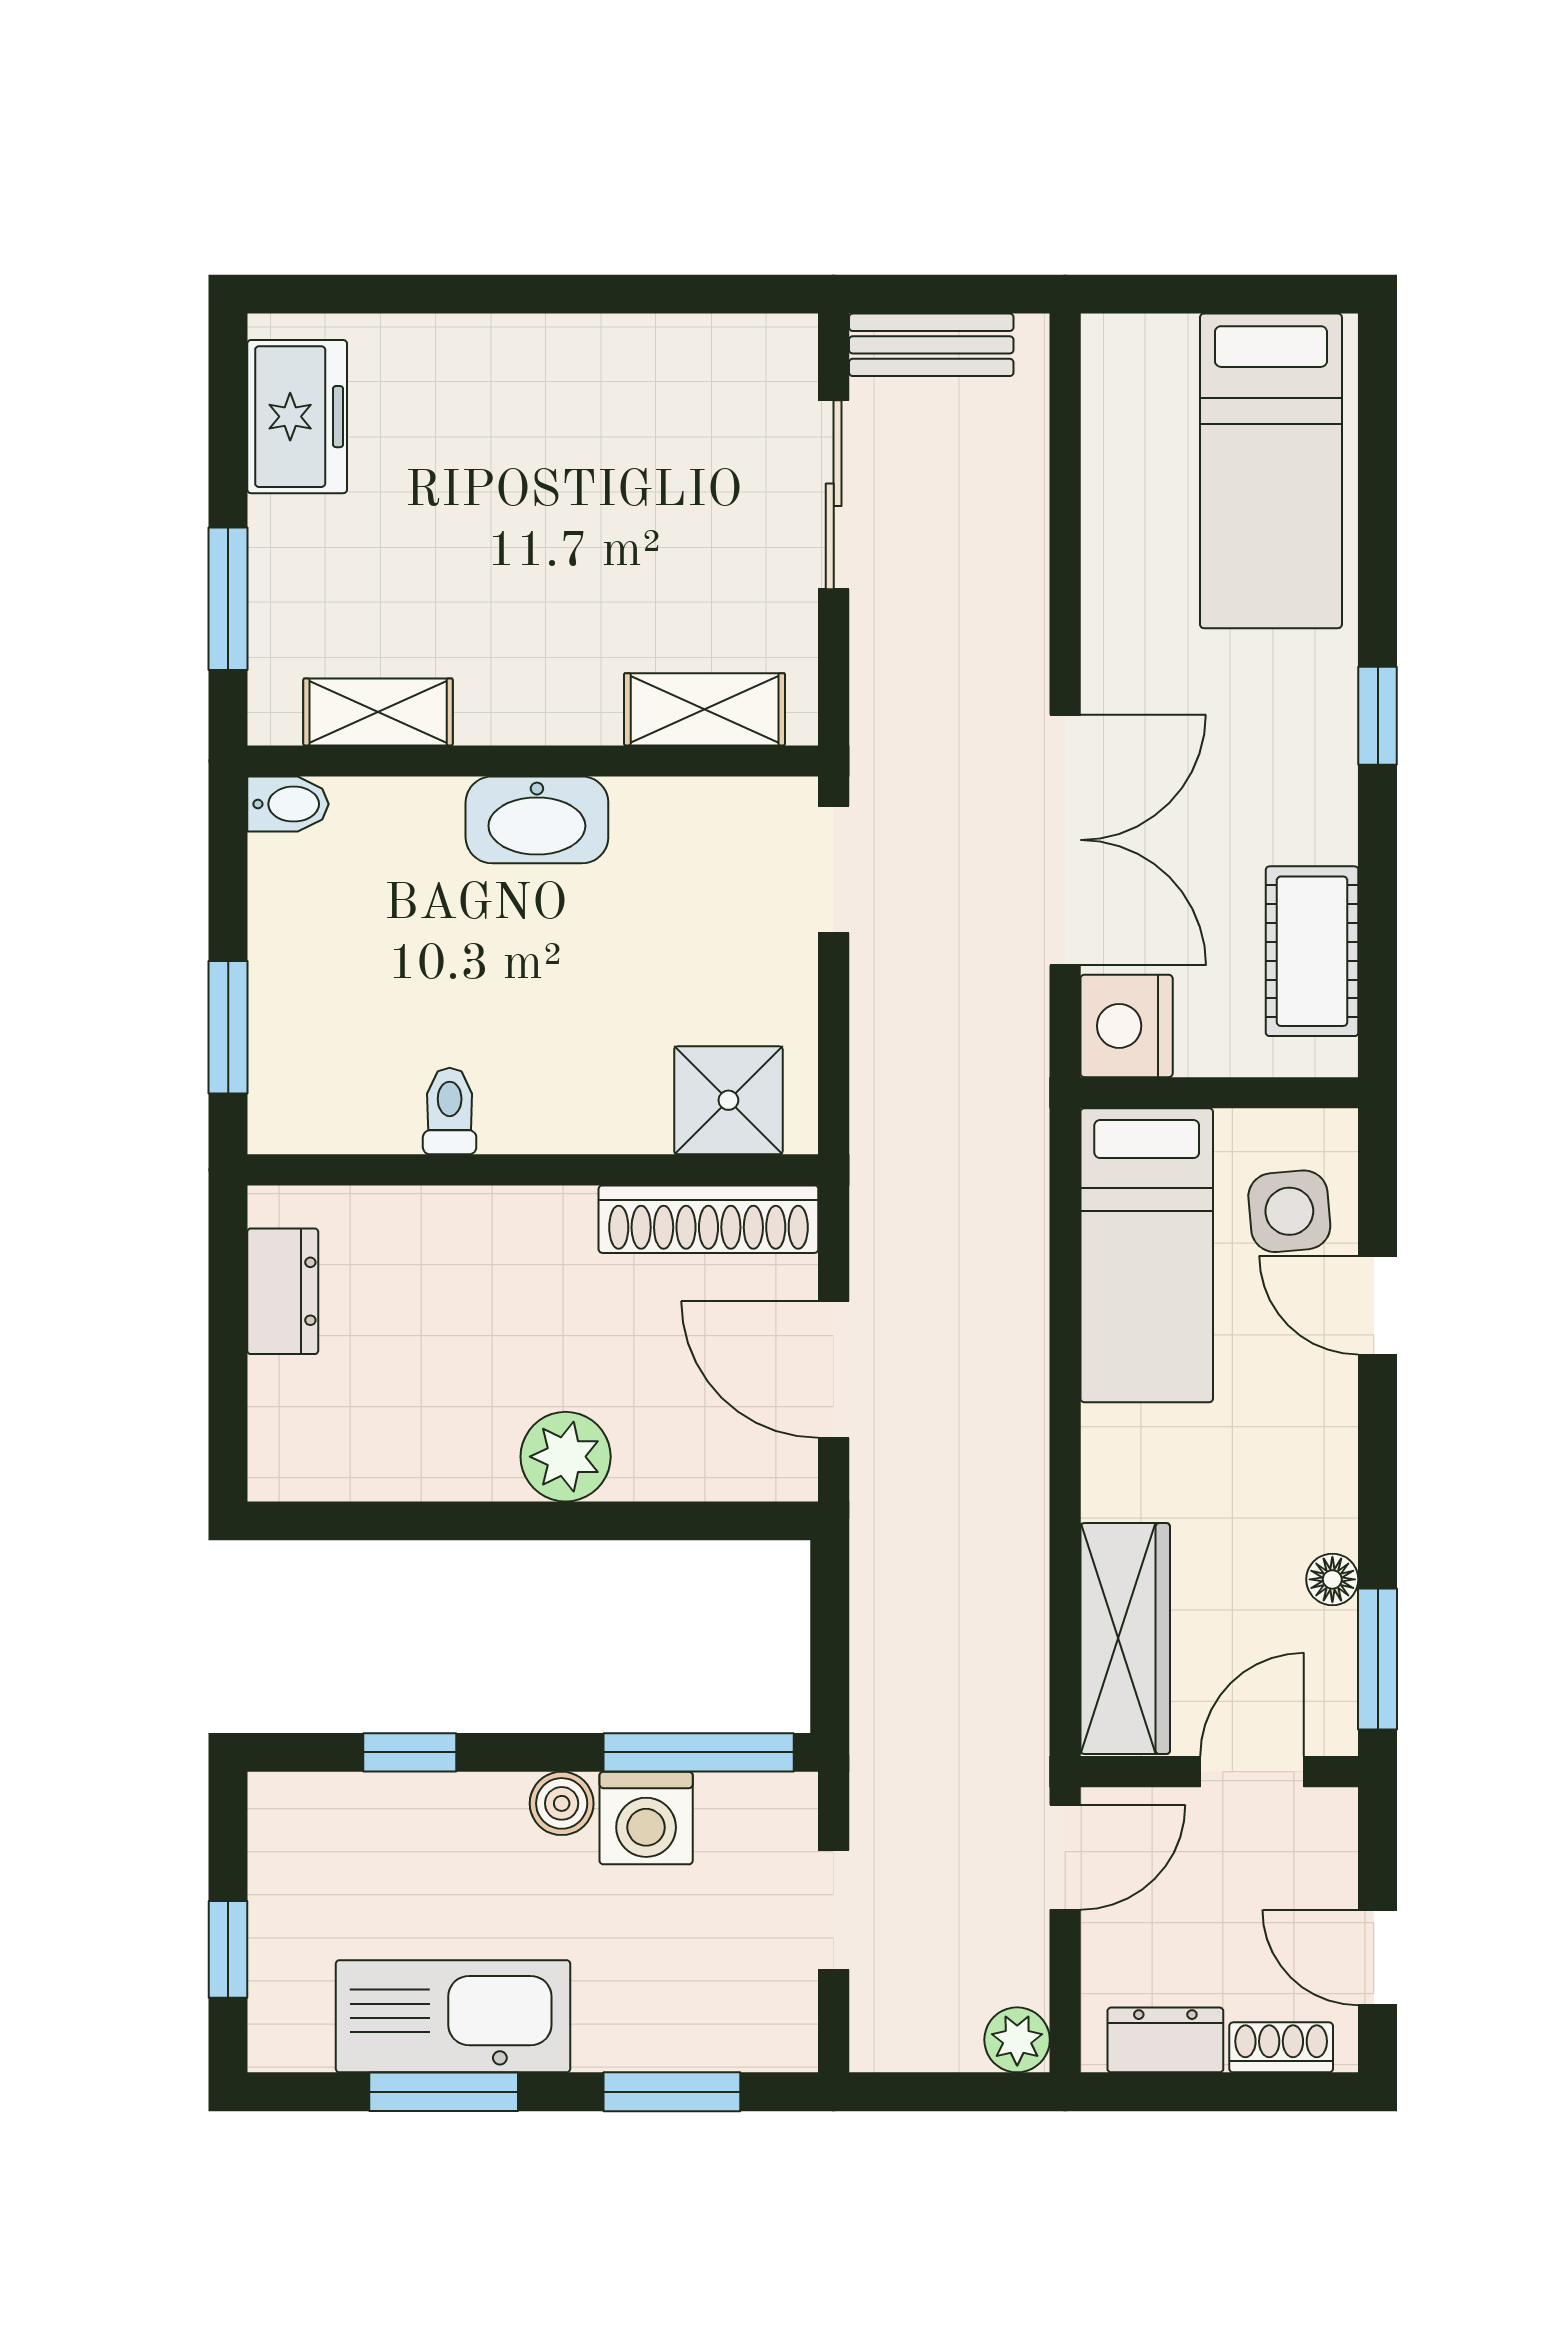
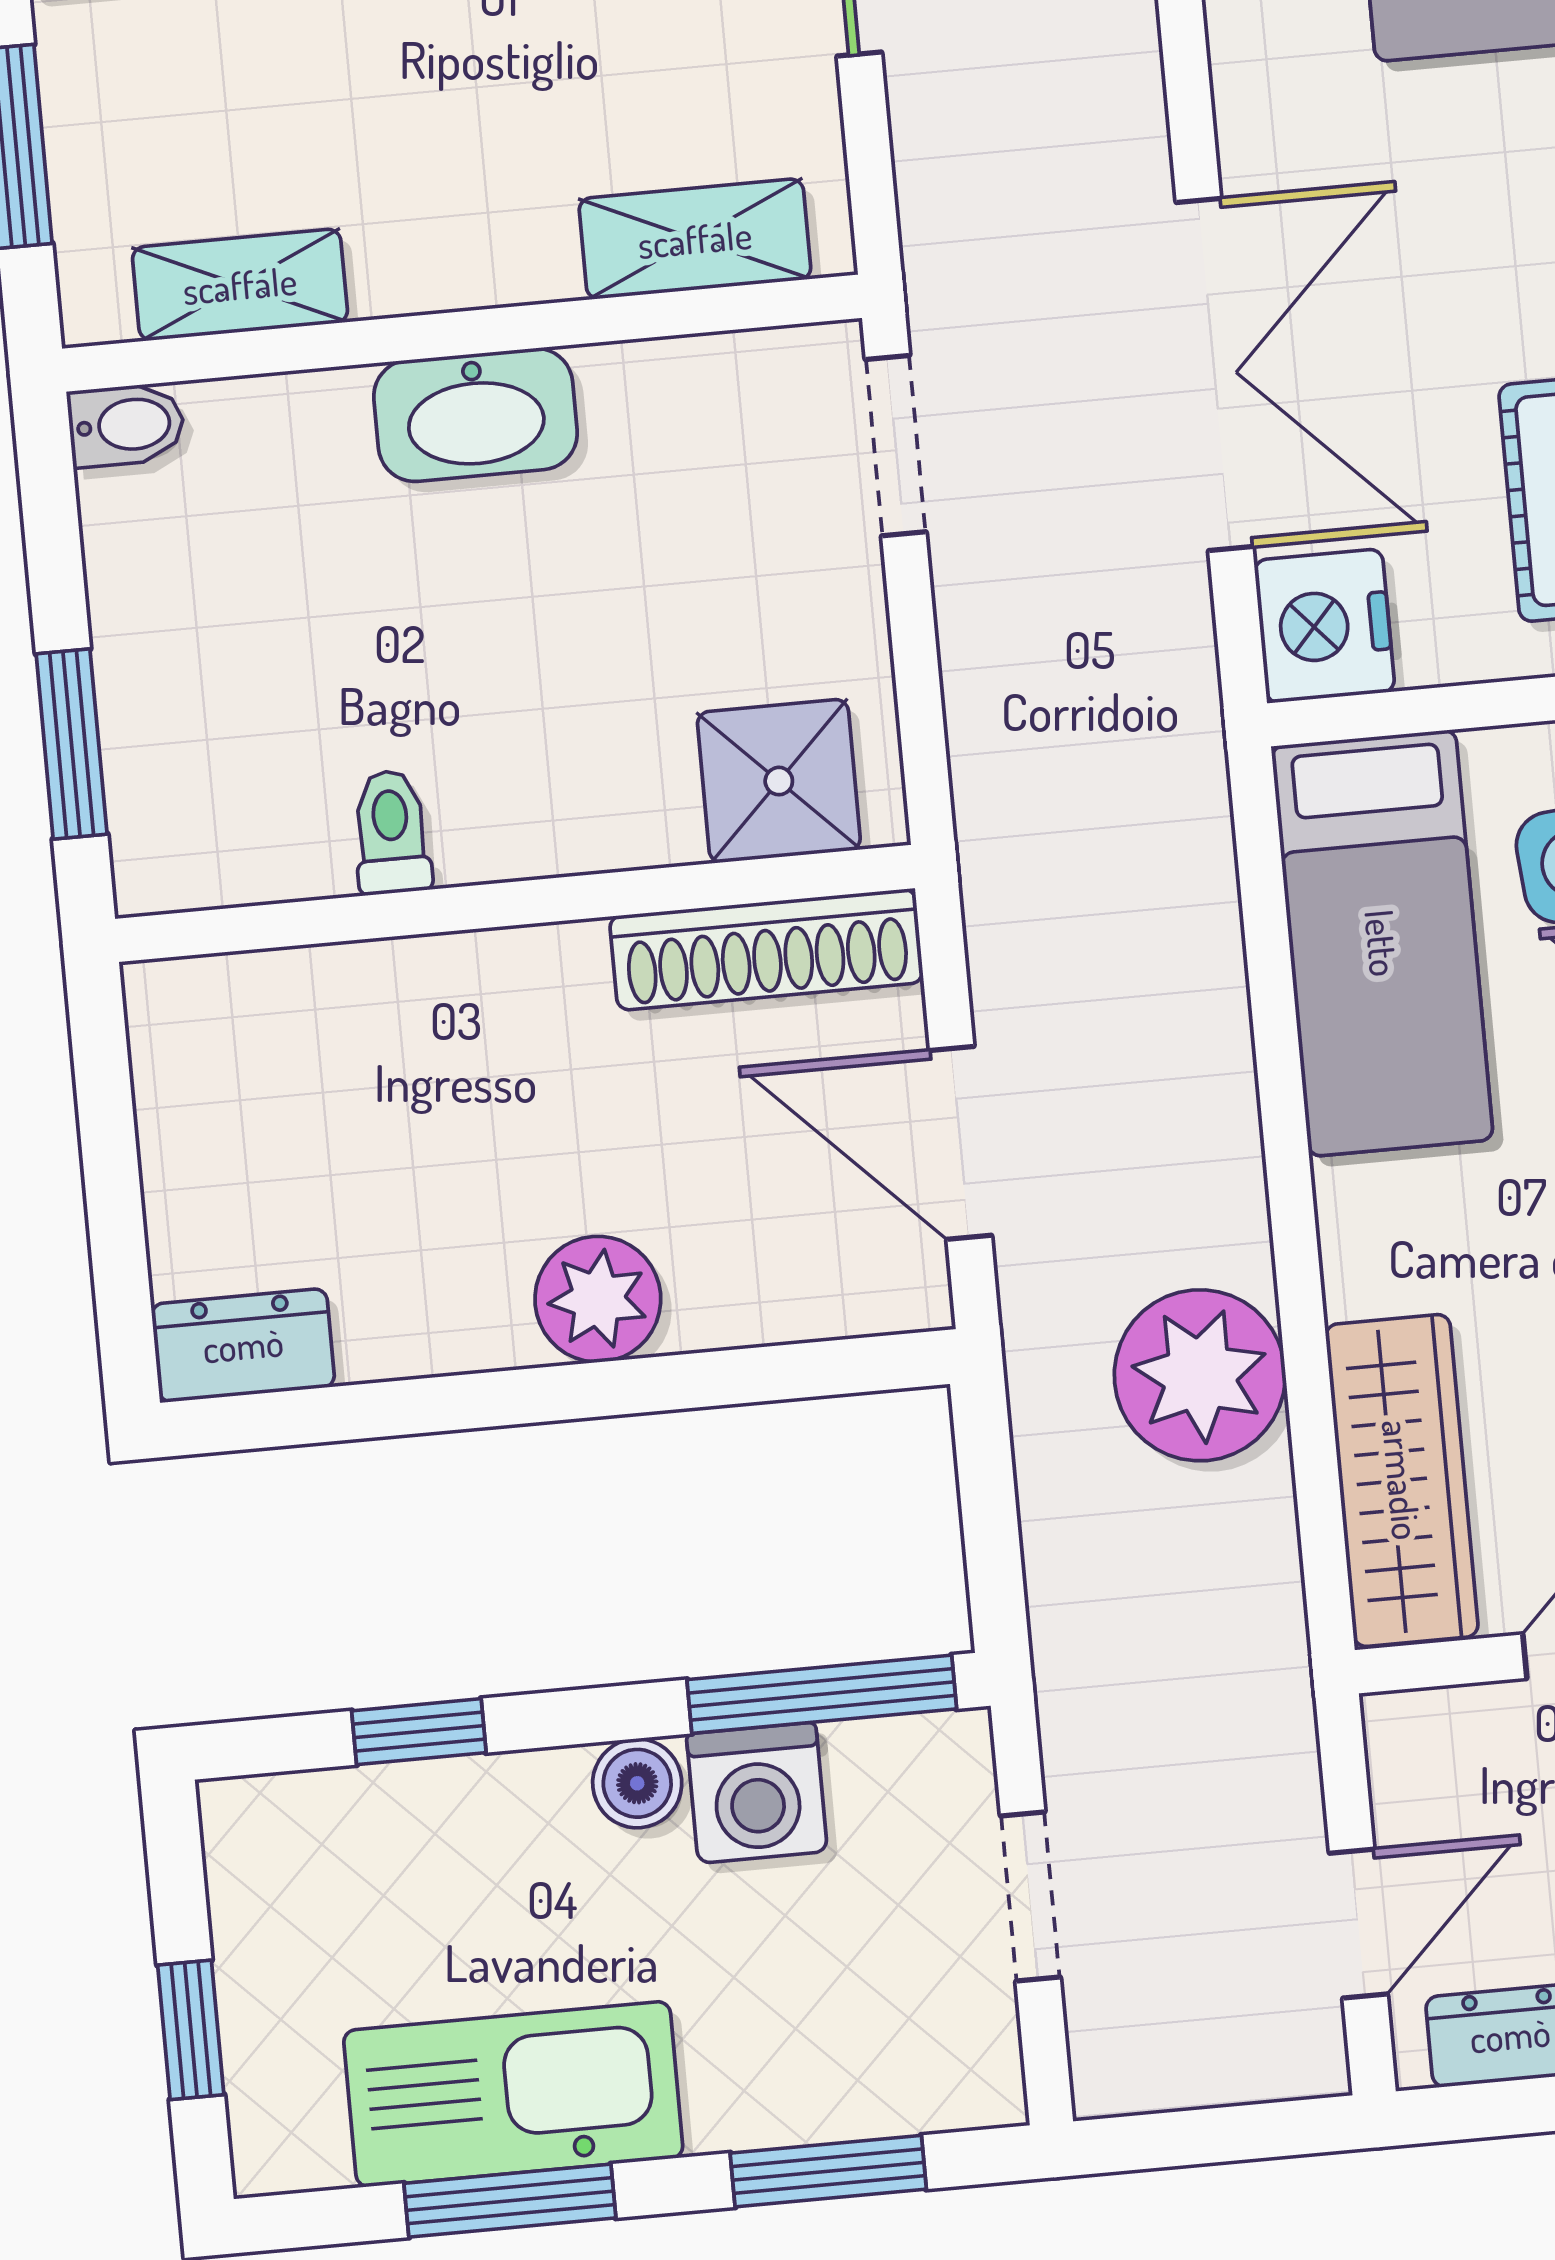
dresser: (283, 1291) -> (243, 1345), moved, turned -90
door: (1065, 1857) -> (1358, 1924), moved
plant: (1017, 2040) -> (1200, 1375), moved, width x1.88, depth x1.88

